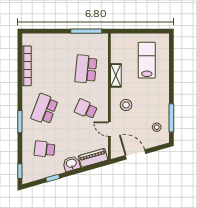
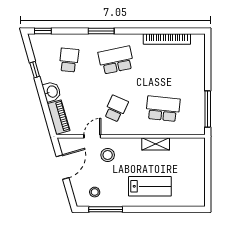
lab bench: (147, 60) -> (150, 186), moved
stool: (126, 105) -> (108, 155), moved
school desk: (45, 109) -> (116, 60), turned -33

